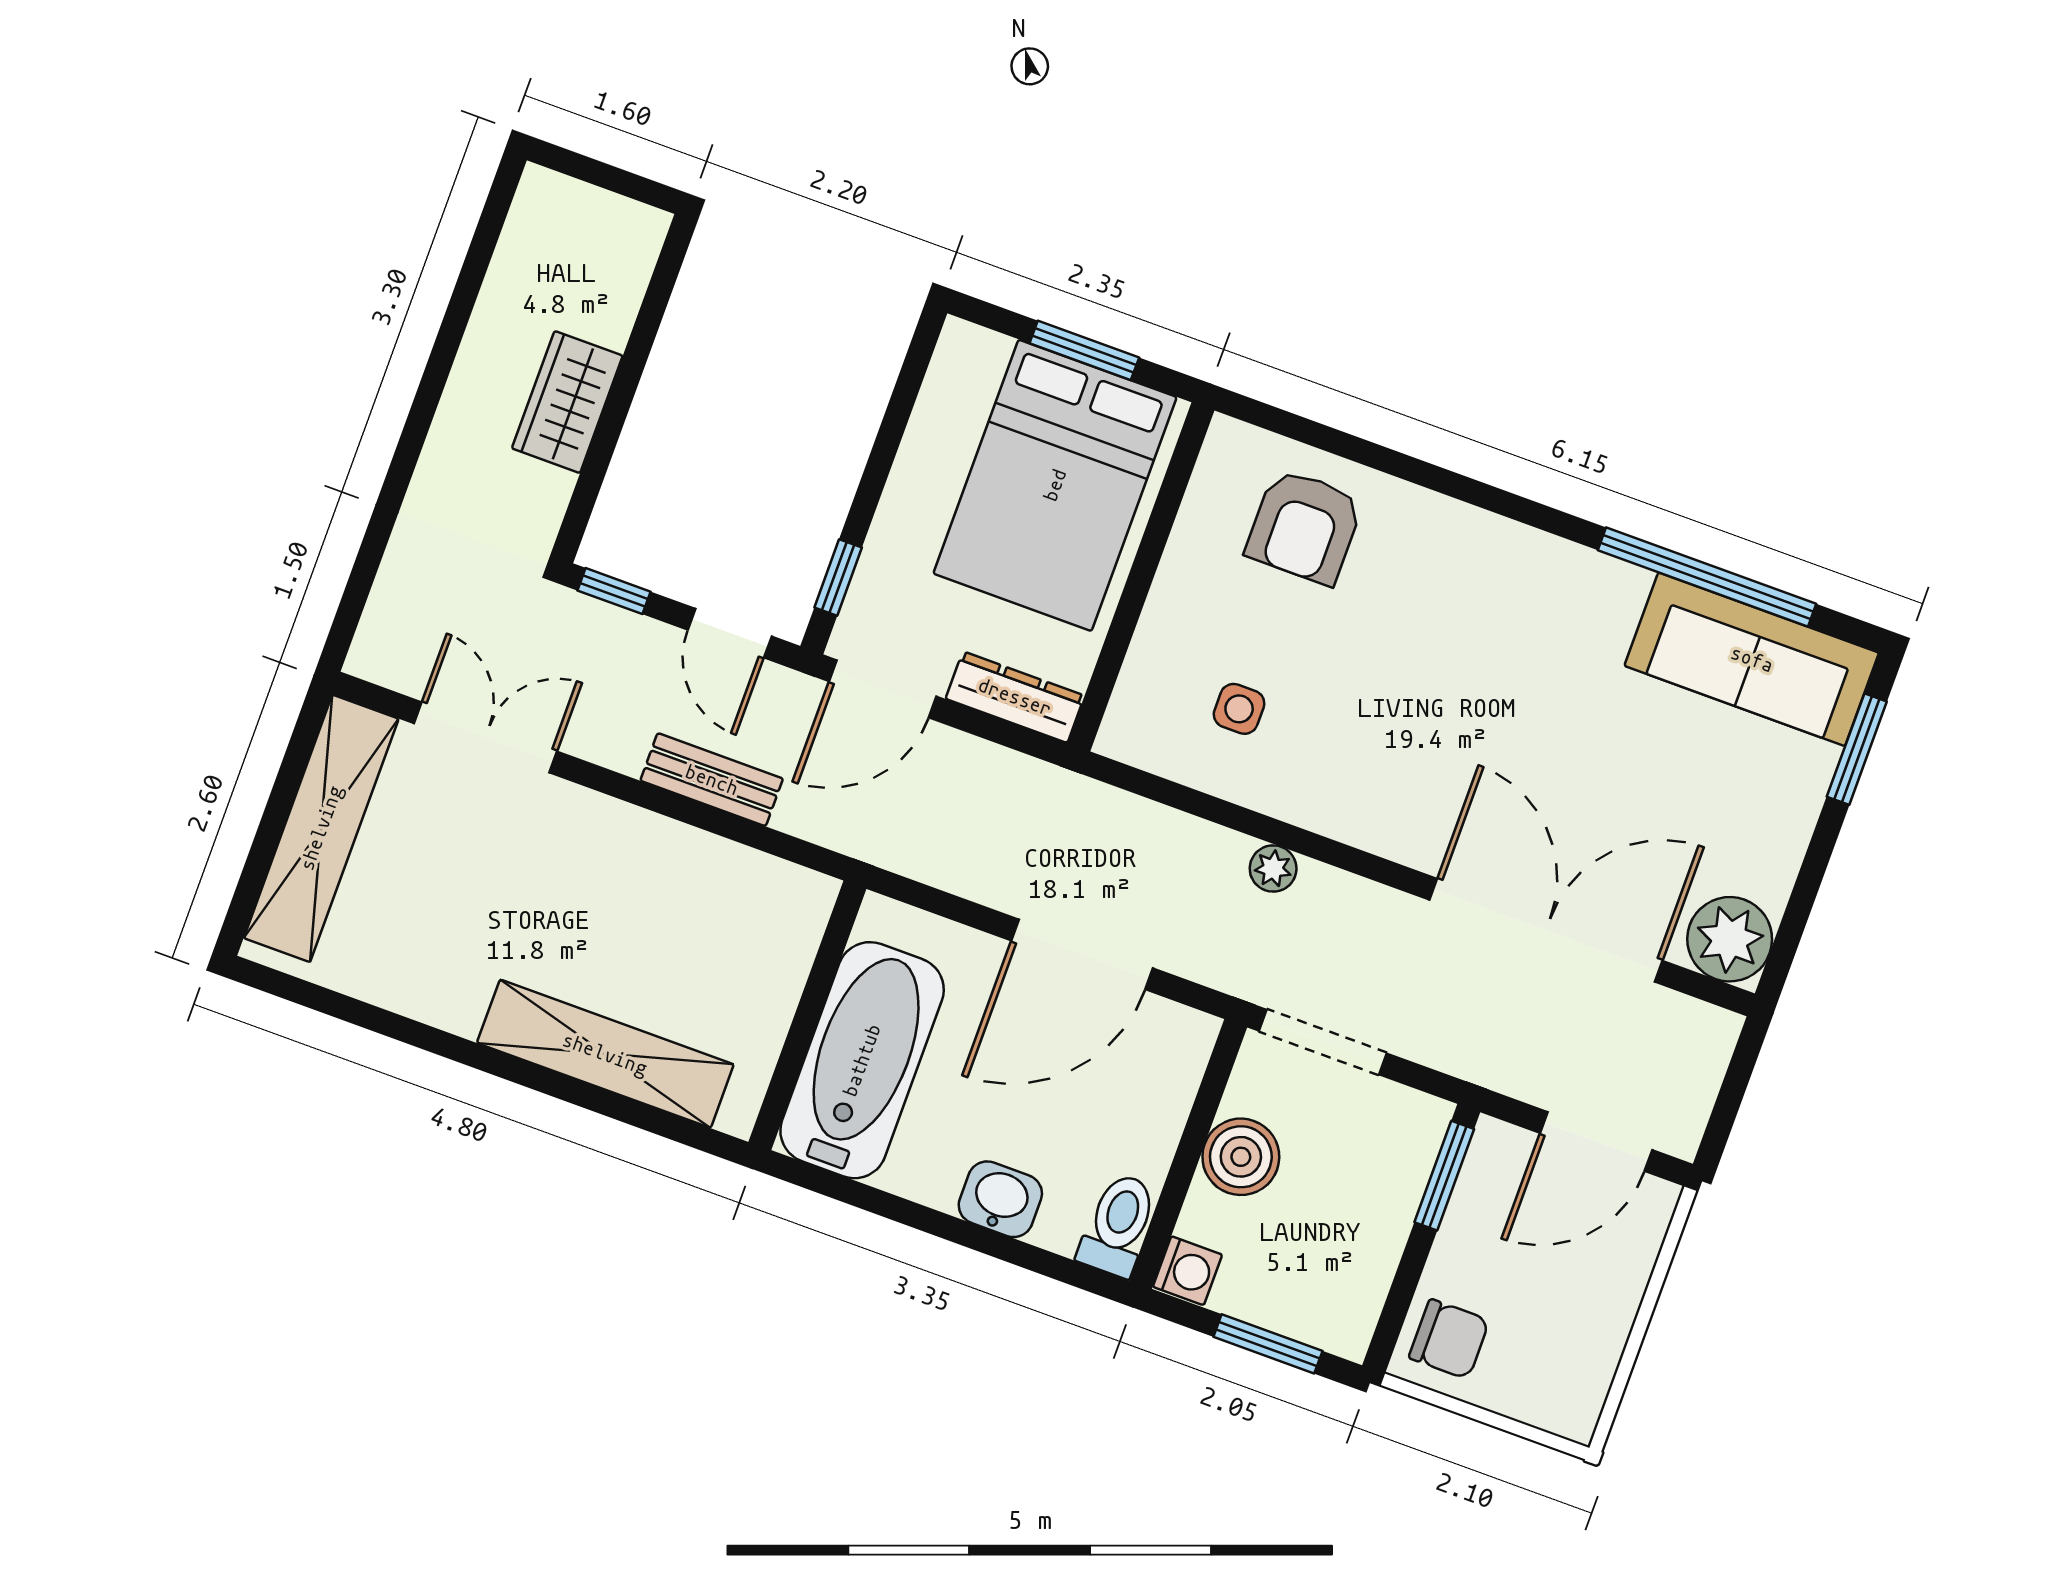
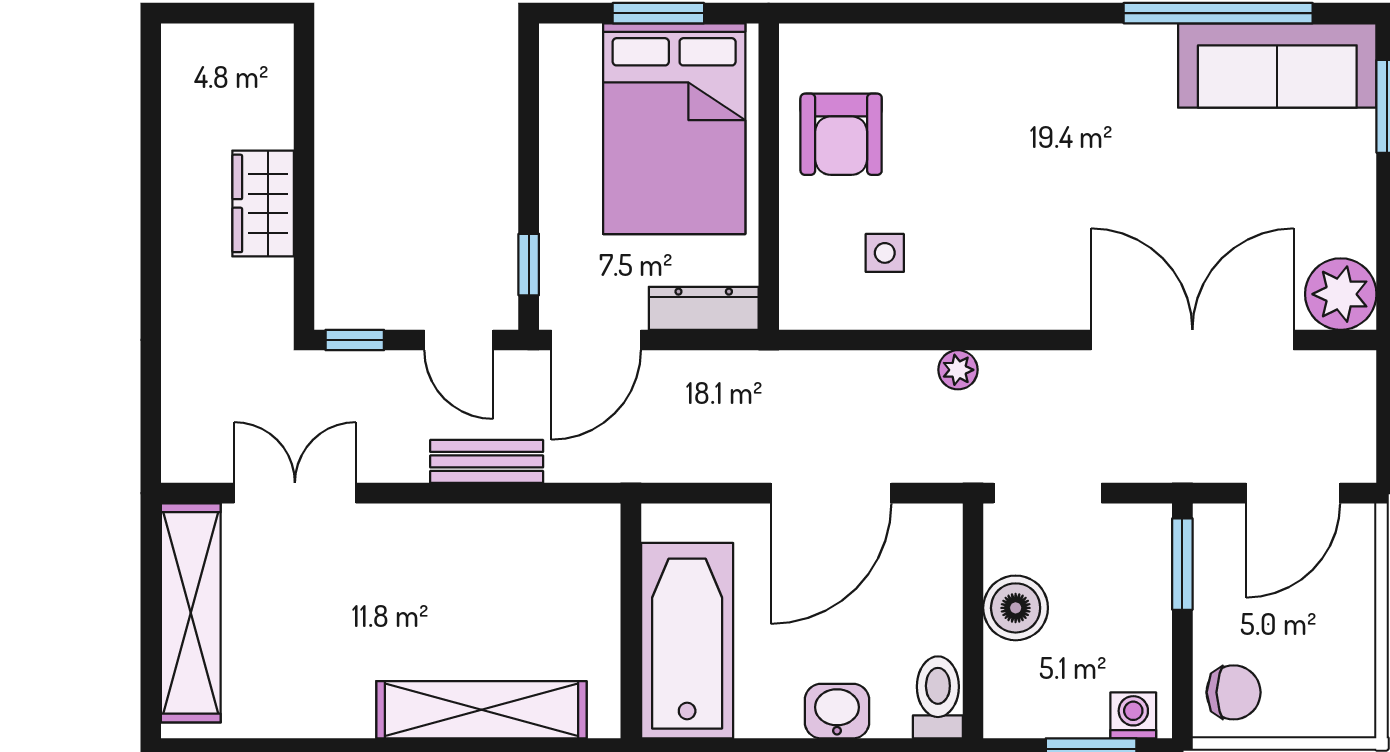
armchair: (1304, 526) -> (841, 134), moved
washing machine: (1188, 1271) -> (1133, 715), moved, turned -90

